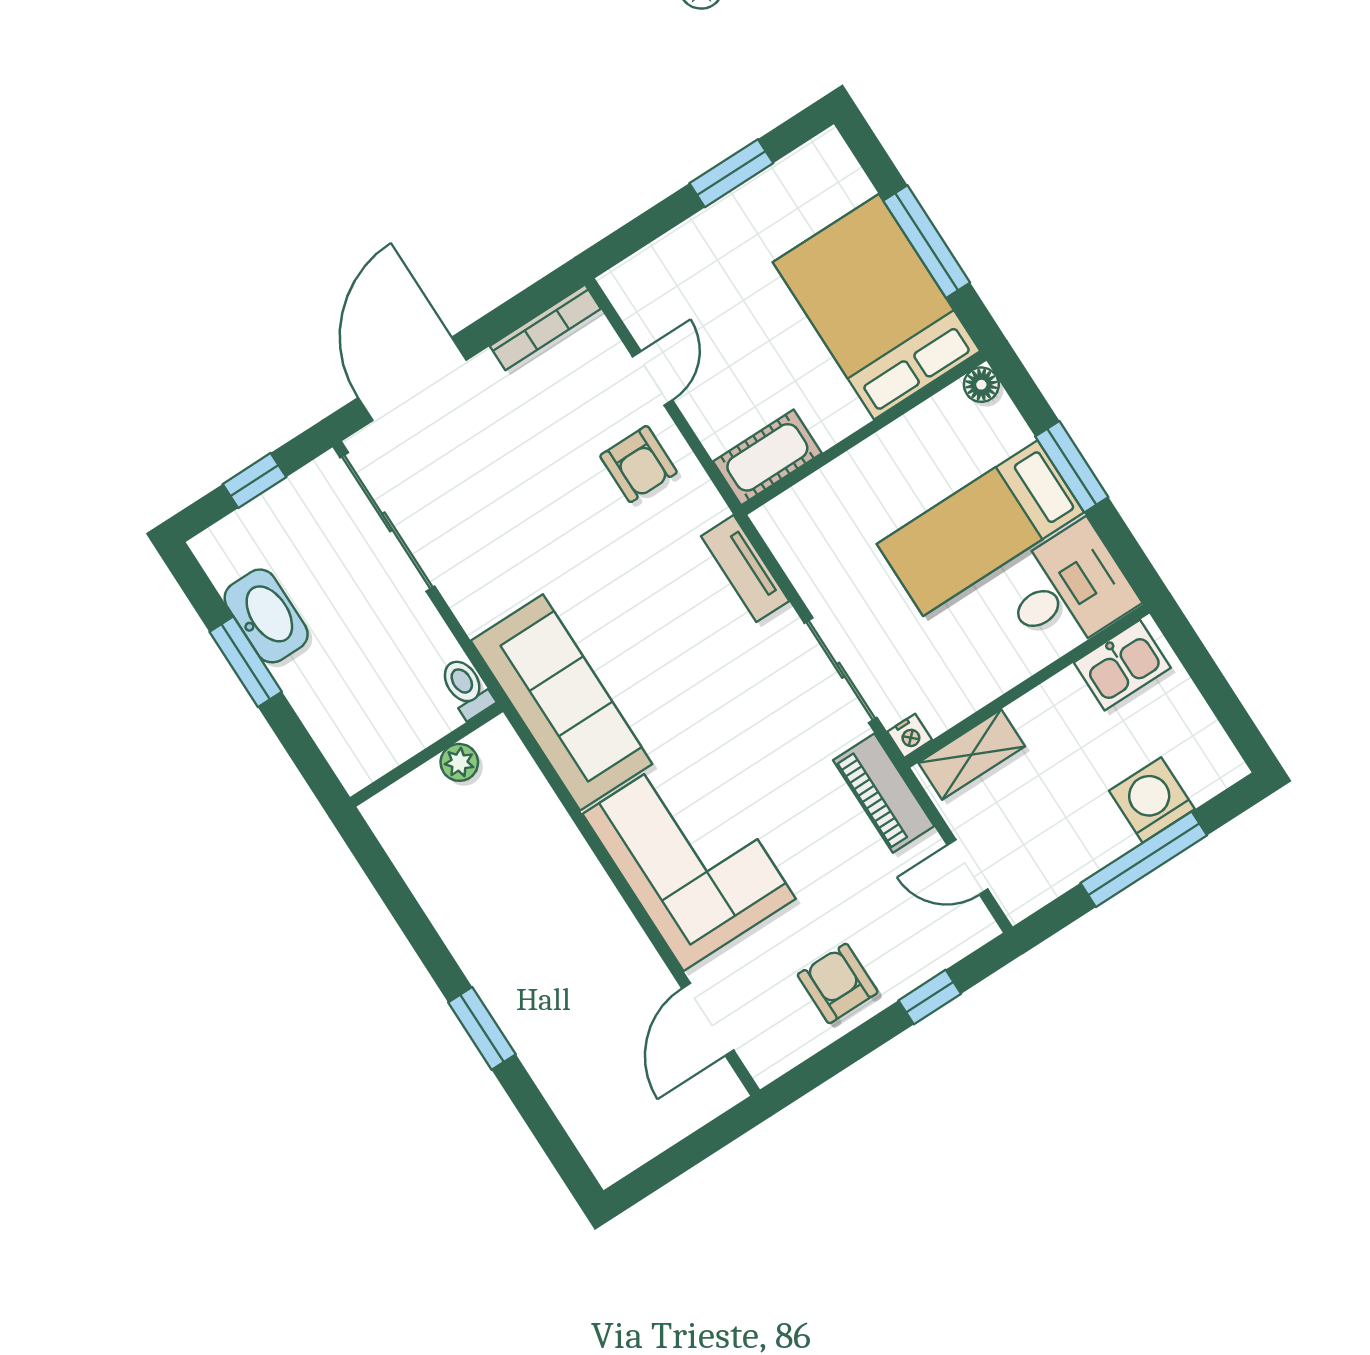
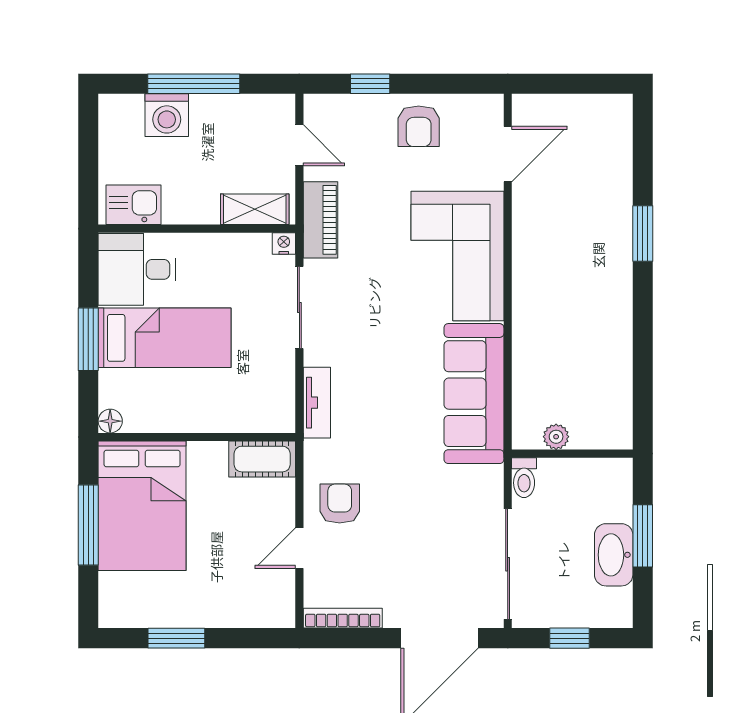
toilet: (466, 688) -> (524, 478), moved
wall: (427, 755) -> (572, 454), moved
plant: (459, 762) -> (556, 437), moved

